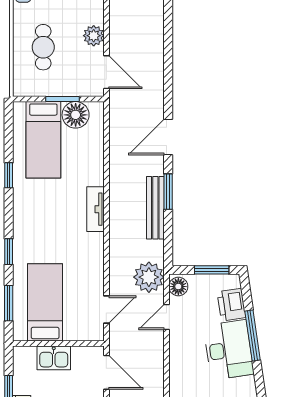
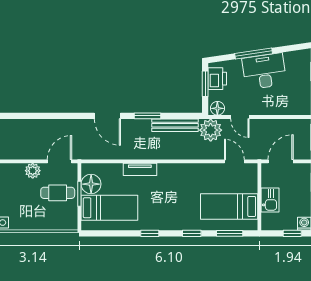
cafe table: (43, 47) -> (58, 193), moved
window: (9, 175) -> (150, 233), moved
bench: (155, 208) -> (175, 125), moved
tv unit: (95, 209) -> (140, 169), moved
printer: (232, 305) -> (217, 79), moved, turned -82

